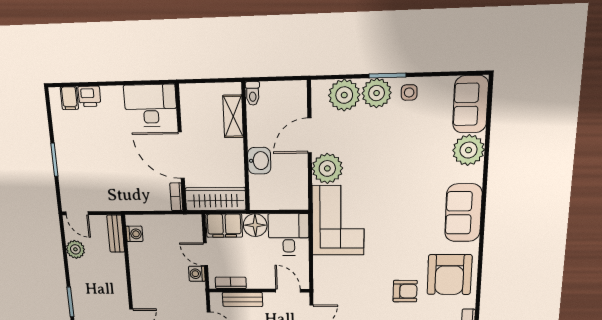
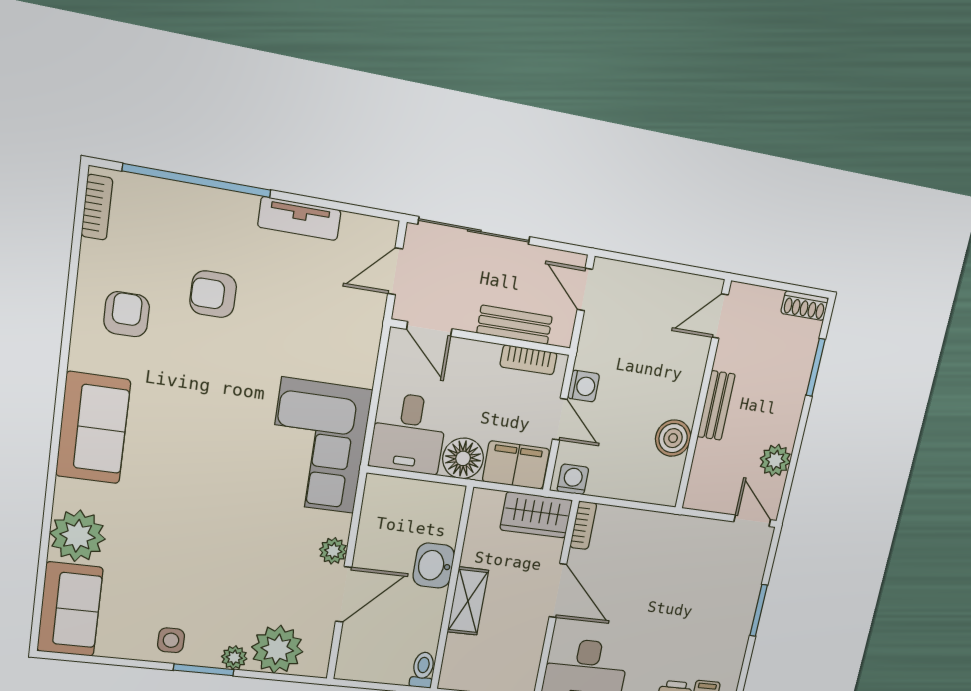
plant: (377, 93) -> (234, 658), width x0.53, depth x0.53
shelving: (233, 116) -> (468, 601), moved
door: (181, 155) -> (558, 591), width x0.73
plant: (327, 168) -> (333, 551), width x0.53, depth x0.53
wardrobe: (216, 199) -> (536, 515), width x0.67
bench: (116, 234) -> (716, 405), moved
washing machine: (134, 234) -> (573, 479), moved, turned 90
boiler: (138, 253) -> (673, 438), added
armchair: (449, 275) -> (127, 314), width x0.53, depth x0.53

